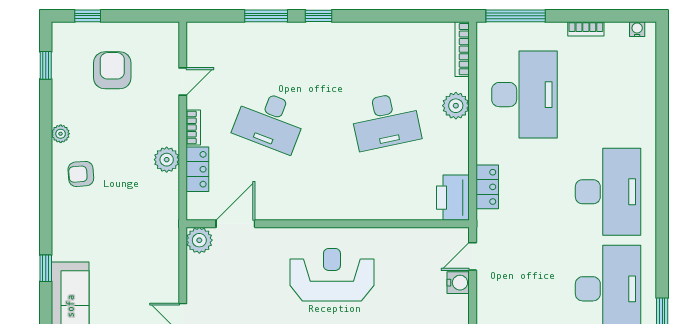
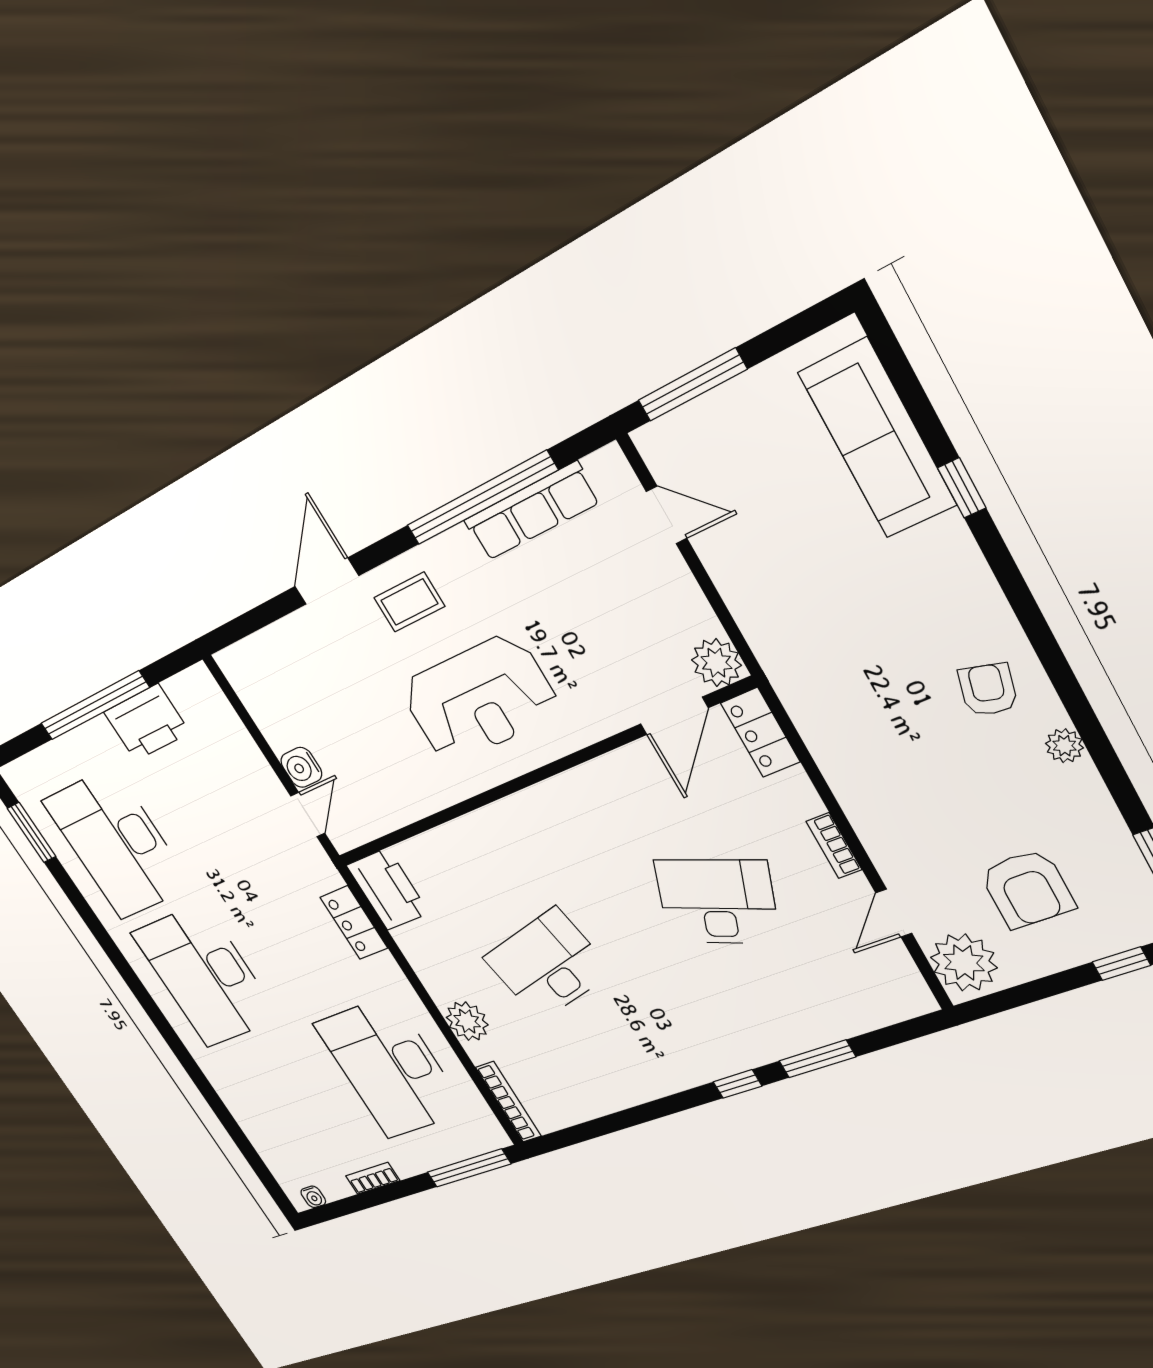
plant: (167, 160) -> (964, 963), moved, width x1.36, depth x1.36
locker: (197, 169) -> (760, 732), moved
armchair: (81, 174) -> (988, 690), turned -72

